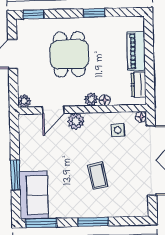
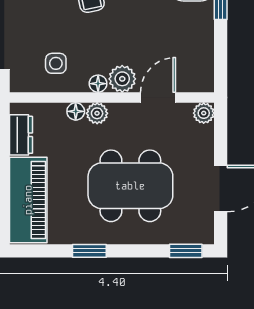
piano: (136, 51) -> (28, 200), width x1.37, depth x1.33
dining table: (69, 54) -> (130, 186), width x1.38
floor lamp: (141, 117) -> (98, 84), moved

